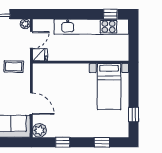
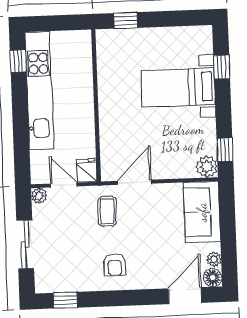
bed with nightstands: (109, 87) -> (178, 87), moved, turned 180
door: (31, 104) -> (134, 182), moved
window: (133, 114) -> (126, 20), moved
window: (63, 142) -> (225, 150), moved

